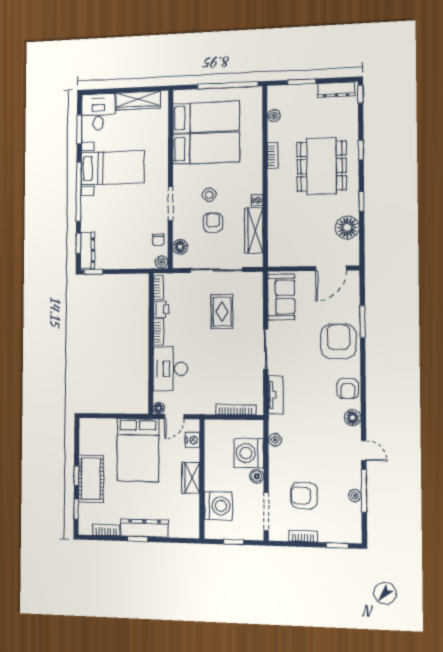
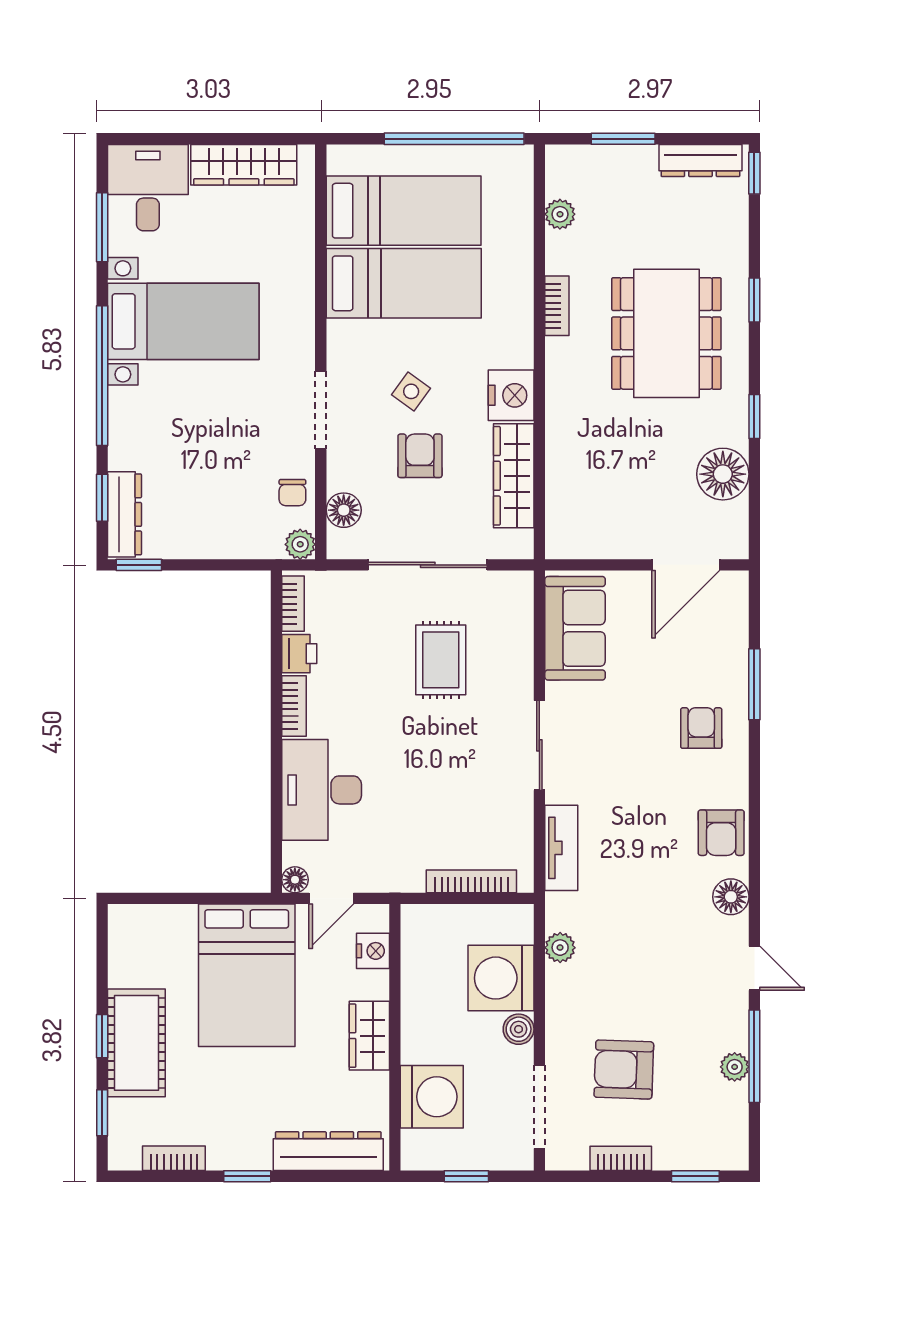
nightstand: (257, 200) -> (511, 395), width x1.89, depth x1.79
armchair: (338, 341) -> (701, 728), width x0.53, depth x0.53
dresser: (145, 528) -> (328, 1151), moved

